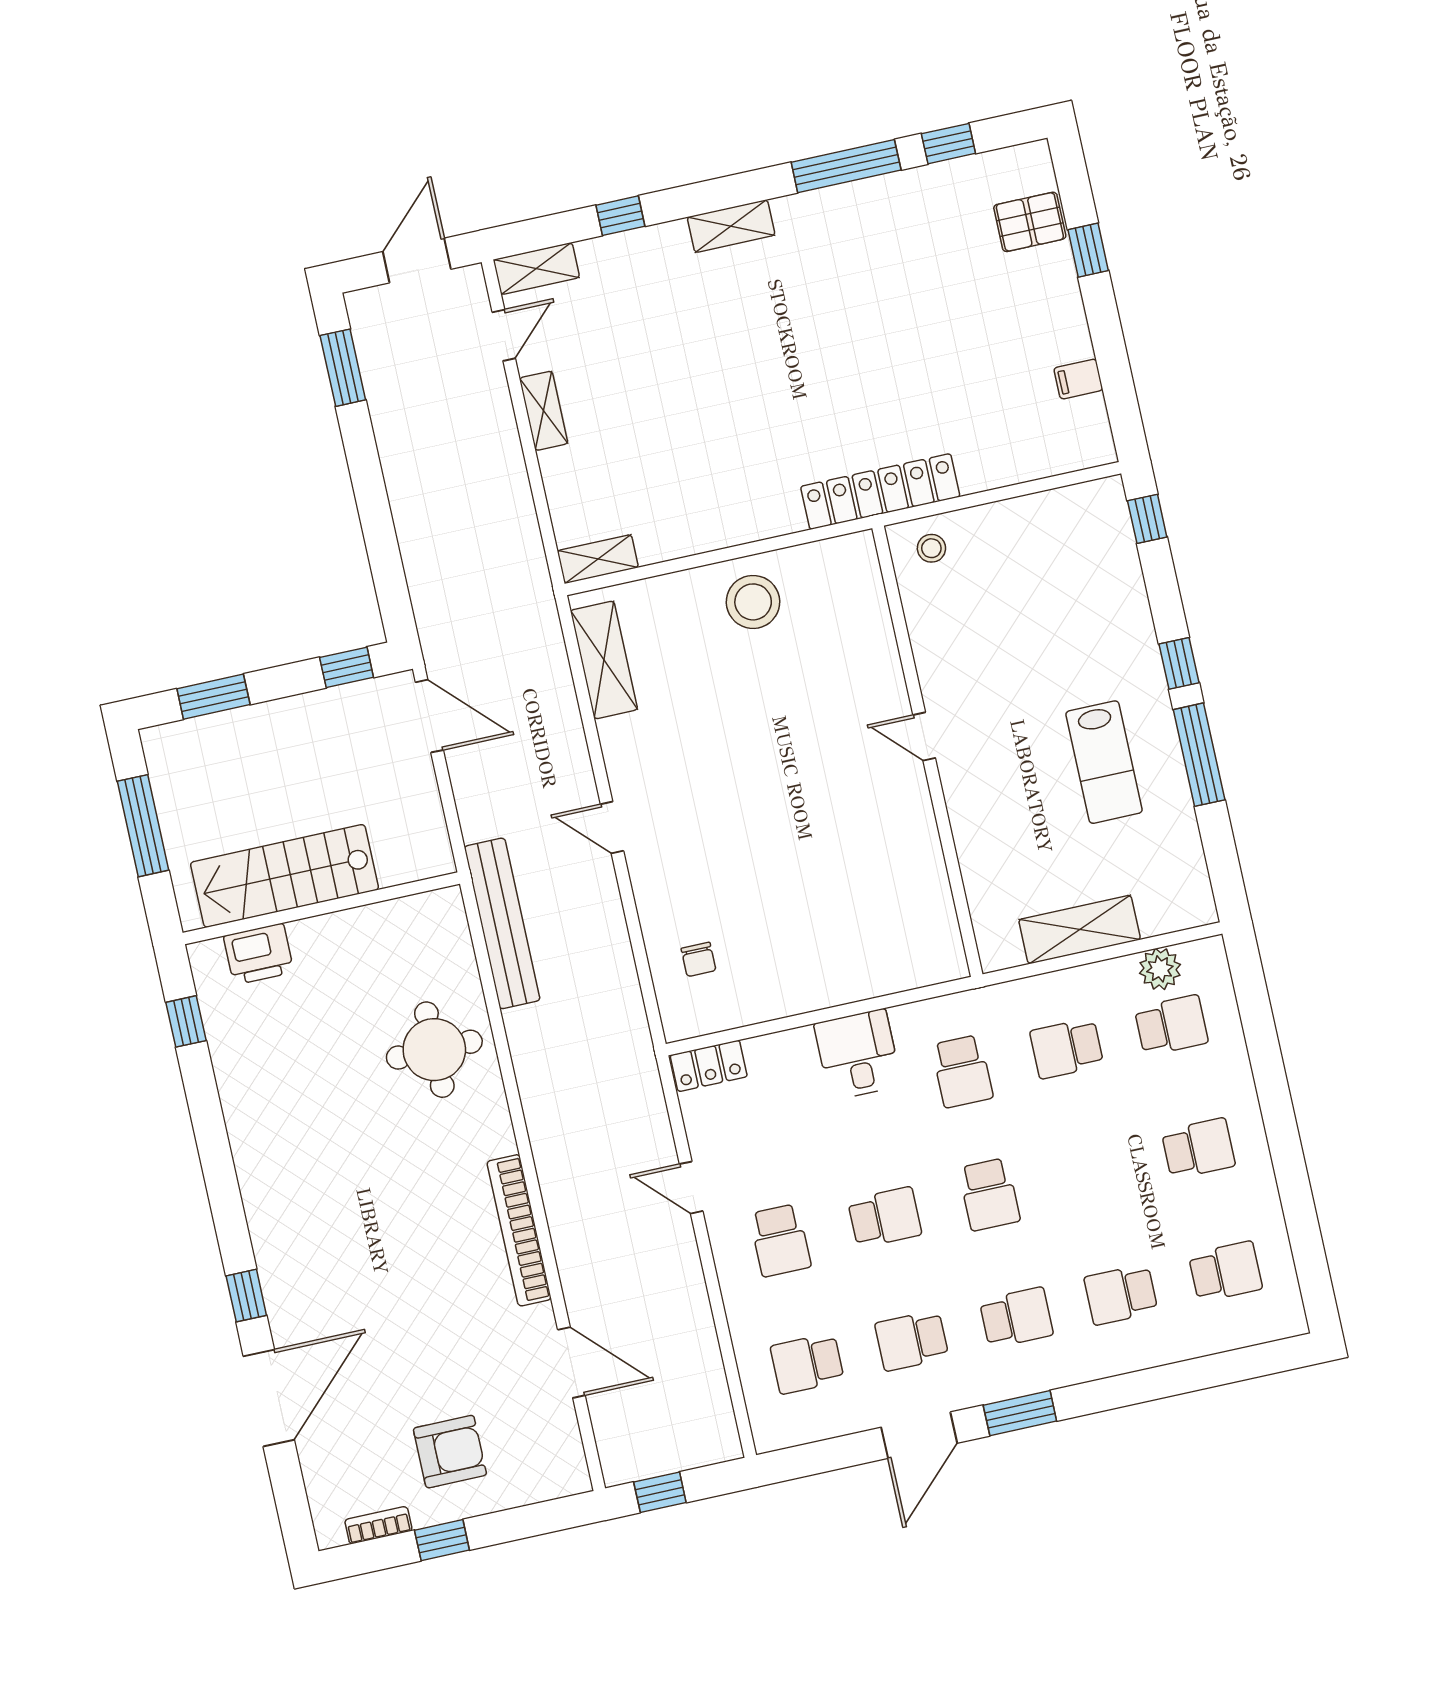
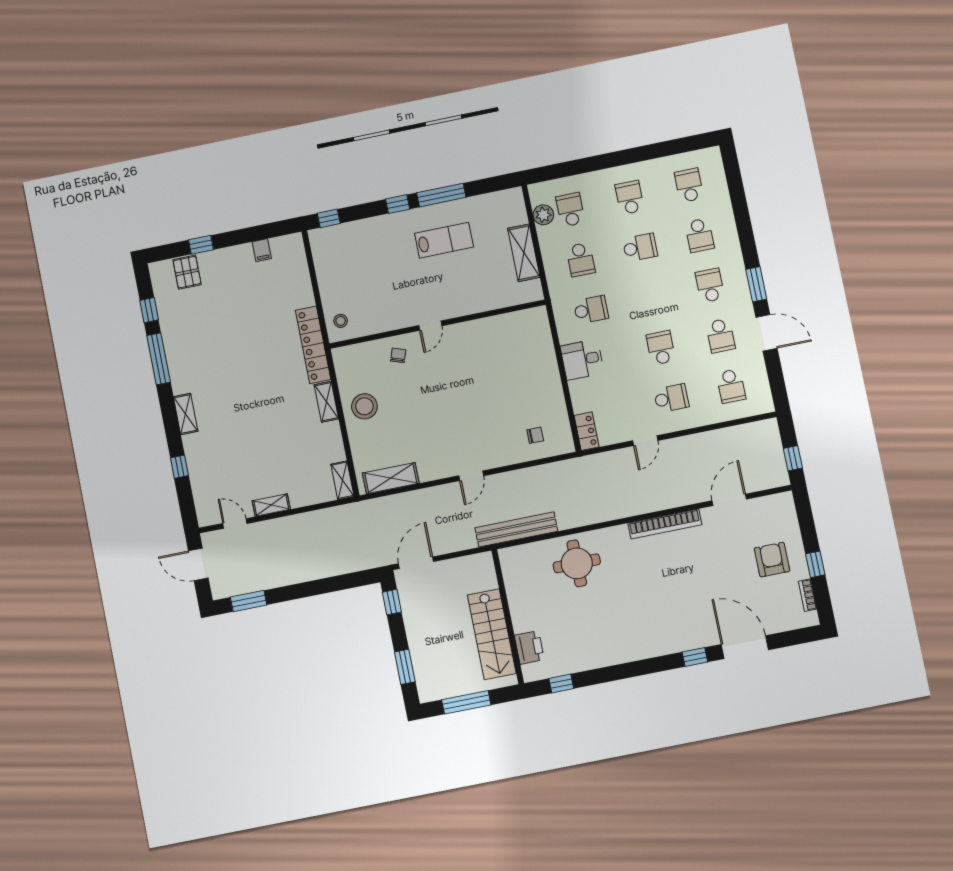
shelving: (536, 269) -> (326, 402), moved
chair: (861, 671) -> (398, 355), added
school desk: (989, 1194) -> (640, 247), moved

